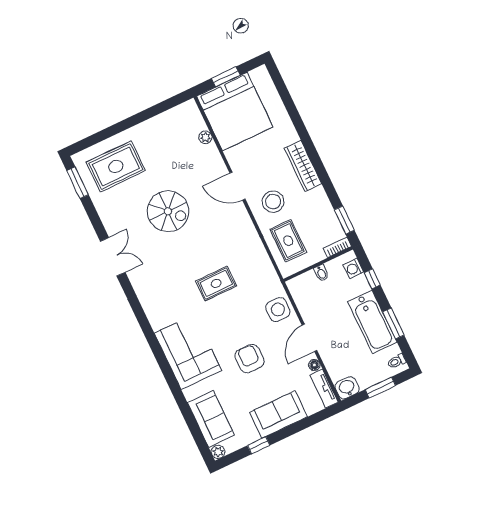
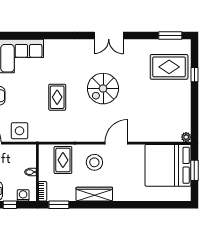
window: (111, 131) -> (194, 75), added
plant: (205, 137) -> (186, 137), moved
rug: (116, 166) -> (169, 67), turned 90
wardrobe: (303, 166) -> (94, 194), moved
spiral stairs: (168, 211) -> (103, 89), moved
rug: (288, 241) -> (63, 160), turned 90

